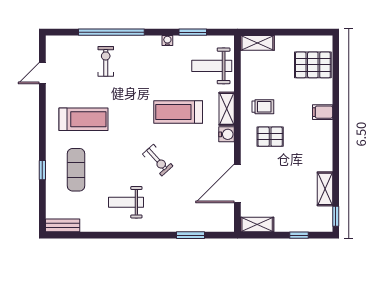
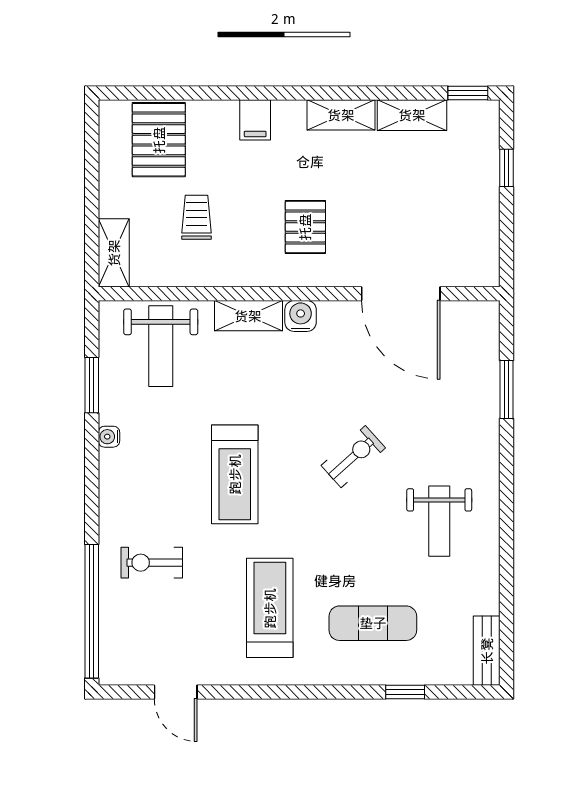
window: (111, 32) -> (92, 611), moved
trolley: (263, 107) -> (197, 217), moved
treadmill: (178, 112) -> (235, 474), moved
window: (42, 170) -> (405, 692), moved
shelving: (257, 225) -> (341, 115), moved, turned 90

